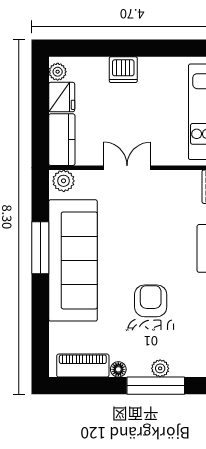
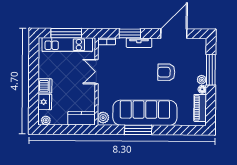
fridge: (62, 97) -> (45, 102), moved, turned 90
double door: (127, 168) -> (96, 72), moved
plant: (160, 368) -> (202, 80), moved

